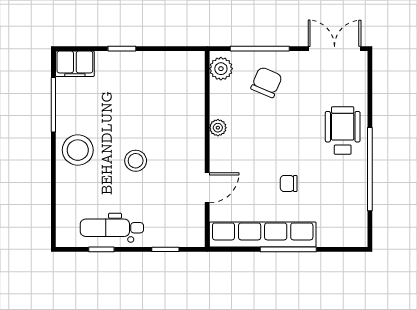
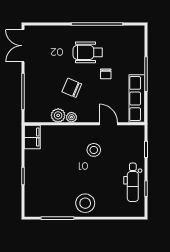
filing cabinet: (75, 64) -> (32, 137), moved
plant: (221, 69) -> (58, 115), moved
chair: (266, 82) -> (72, 88), moved
wheelchair: (343, 131) -> (88, 52), moved
stool: (136, 161) -> (94, 150), moved
row of seats: (263, 234) -> (137, 99), width x0.73

